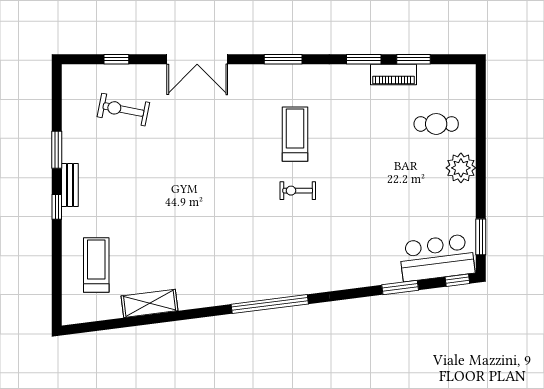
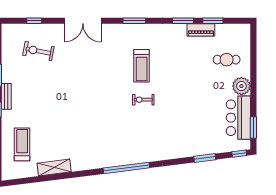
treadmill: (295, 134) -> (142, 66), turned 180
bar counter: (437, 258) -> (238, 118), moved, turned -83

